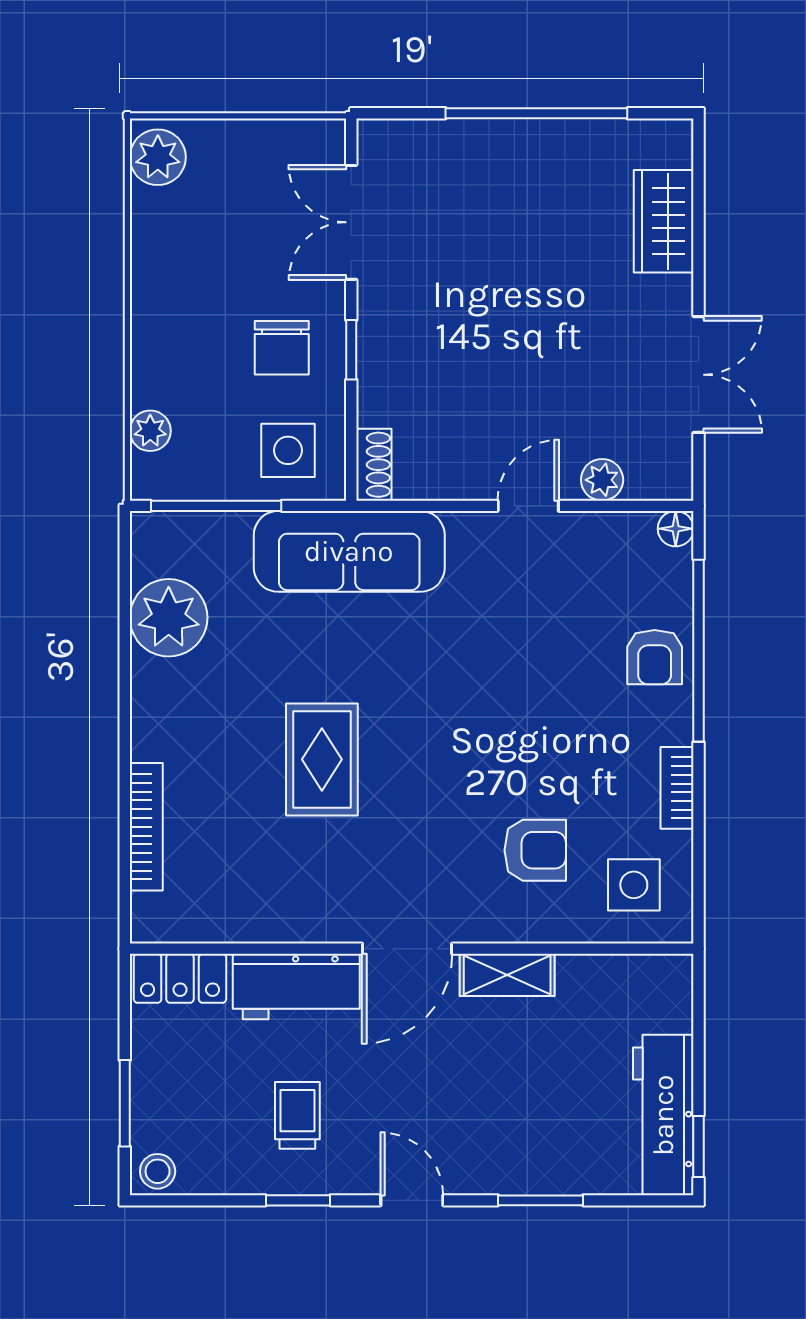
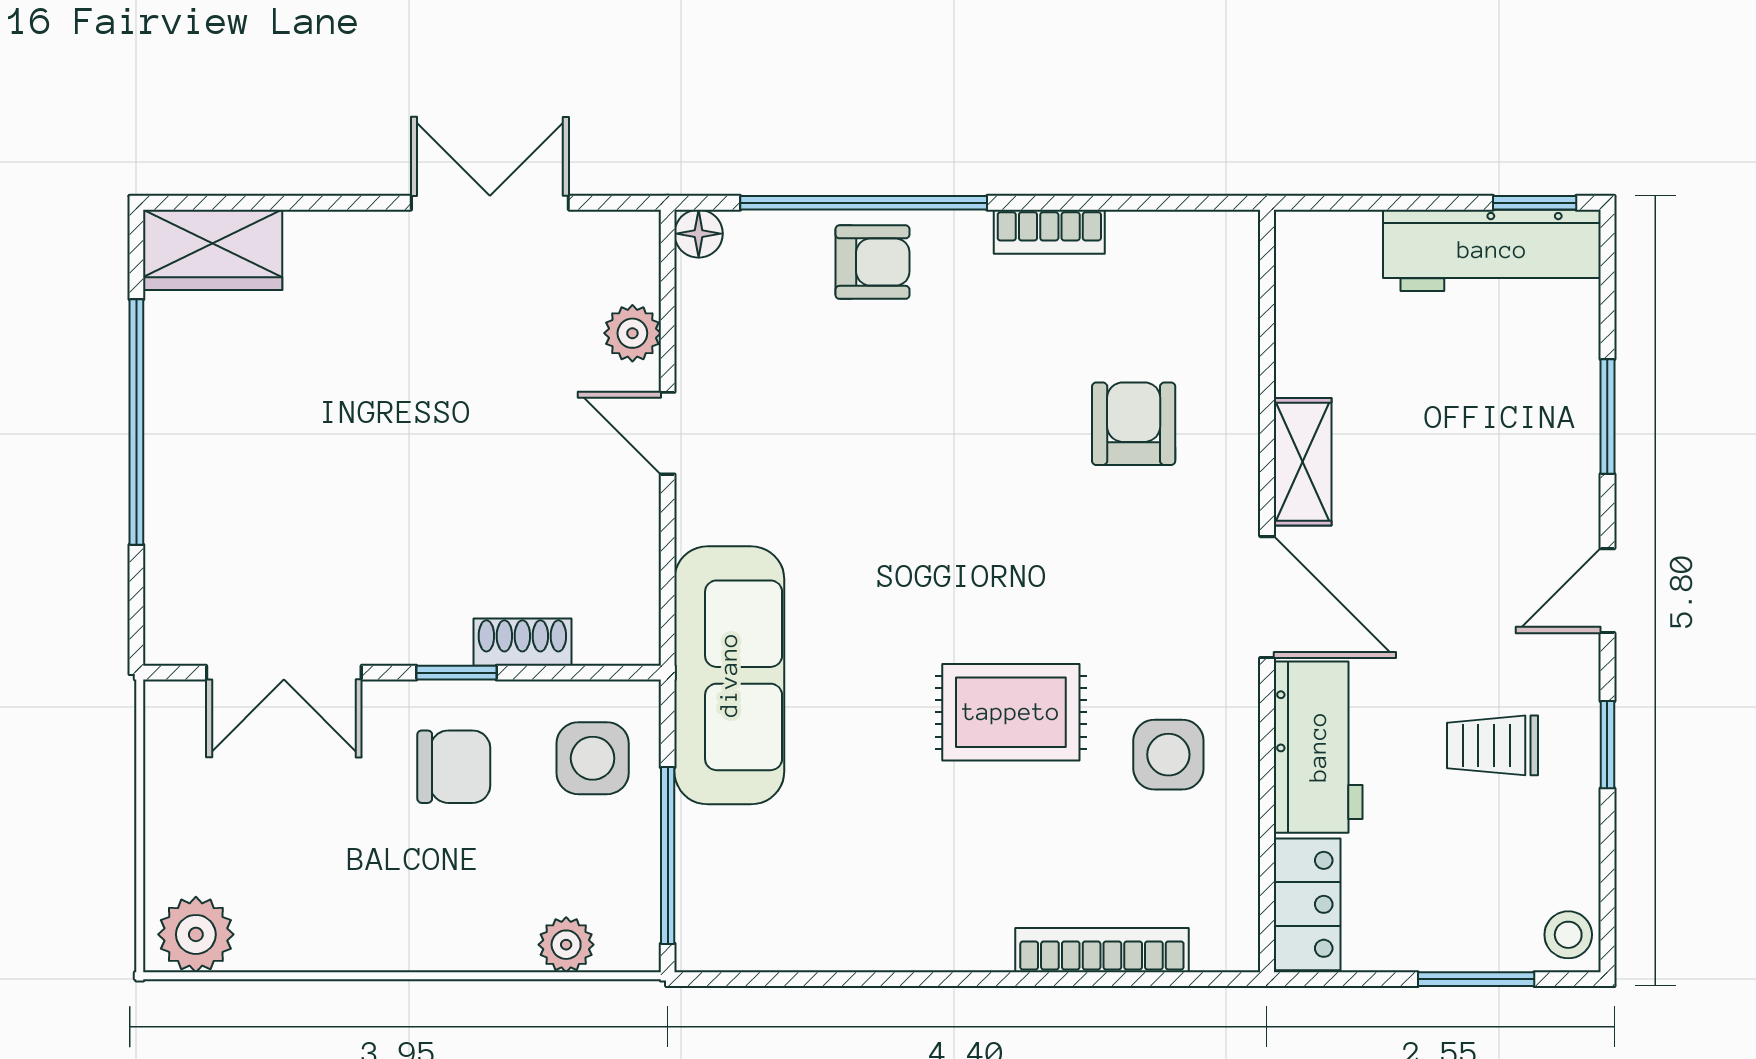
wardrobe: (664, 221) -> (213, 250), moved
shoe rack: (374, 465) -> (522, 642), moved
plant: (169, 618) -> (819, 920), removed
side table: (634, 885) -> (1168, 755), moved

